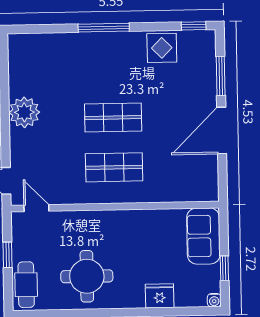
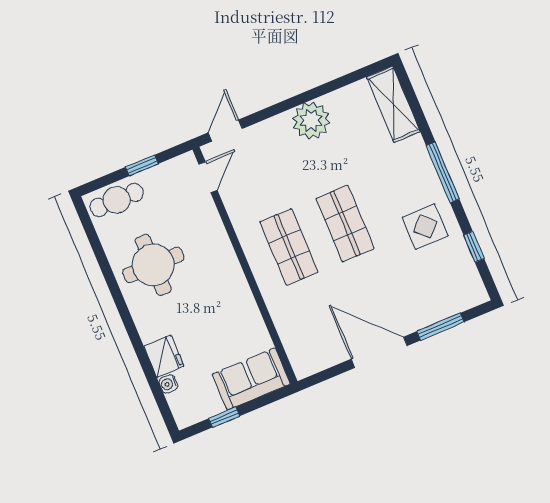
window: (194, 26) -> (474, 247), moved
shelving: (37, 45) -> (393, 104), added
display table: (162, 48) -> (425, 227), moved
water cooler: (214, 300) -> (168, 384), moved

